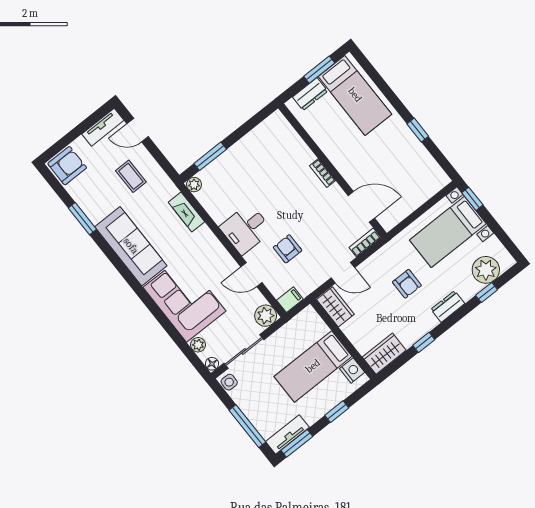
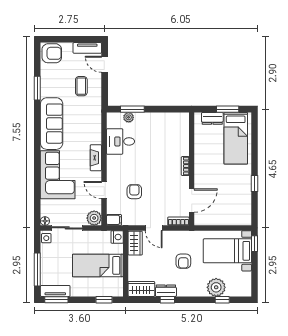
plant: (194, 185) -> (129, 117), moved
door: (361, 207) -> (192, 201), hinge flipped
fireplace: (186, 212) -> (96, 158), moved
desk: (246, 229) -> (120, 141), moved
plant: (486, 270) -> (216, 287), moved
dresser: (448, 306) -> (166, 291), moved
plant: (198, 345) -> (46, 205), removed
nightstand: (352, 370) -> (117, 237), moved
window: (337, 412) -> (104, 300), moved

